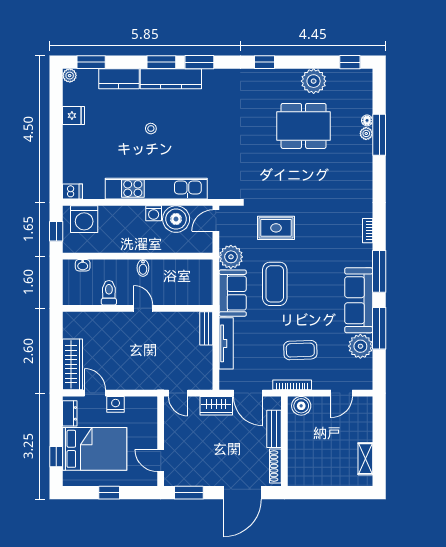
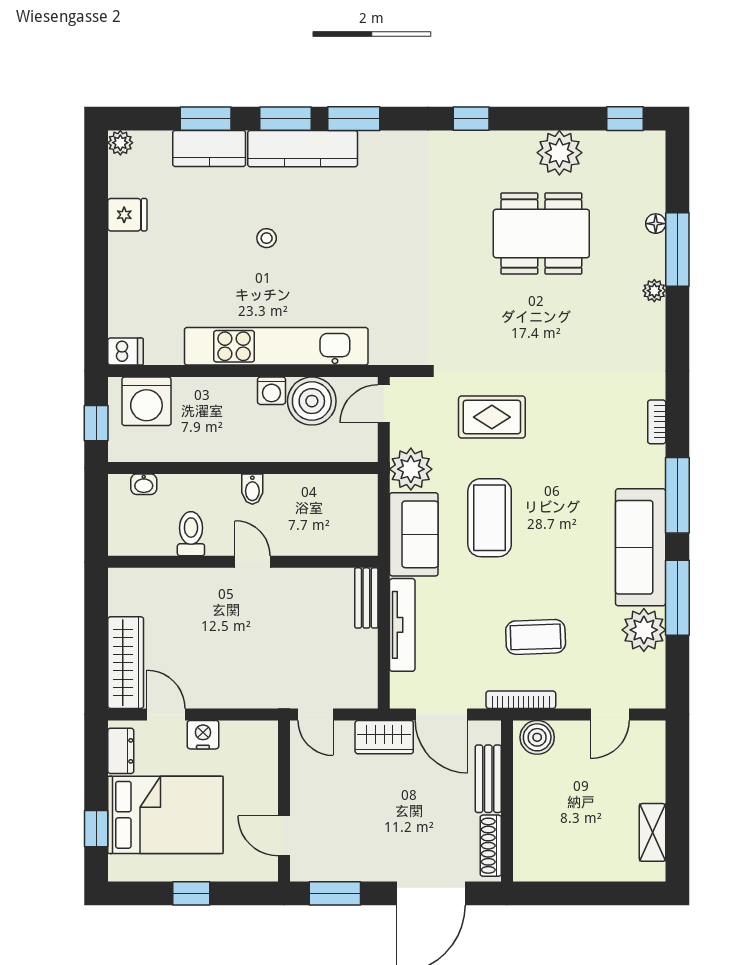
window: (91, 62) -> (206, 119), moved
plant: (366, 133) -> (654, 291), moved

